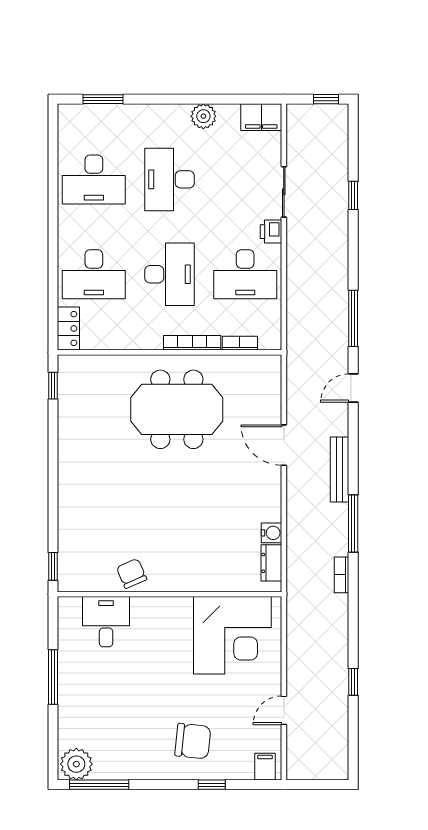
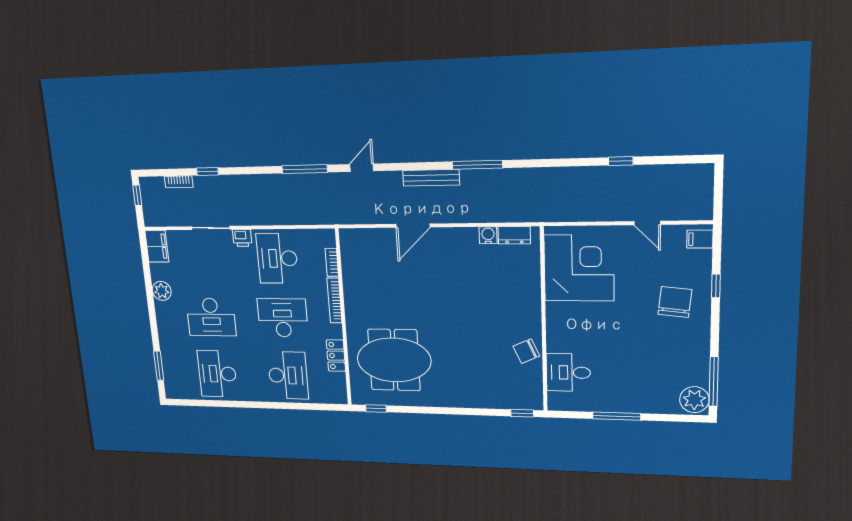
desk: (94, 179) -> (217, 374), turned 180
desk: (245, 274) -> (277, 258), turned 180
locker: (68, 328) -> (336, 356), moved, turned -90
door: (353, 388) -> (362, 168), swing flipped
meeting table: (177, 409) -> (394, 360), moved, turned 90
bookcase: (342, 575) -> (179, 182), moved

